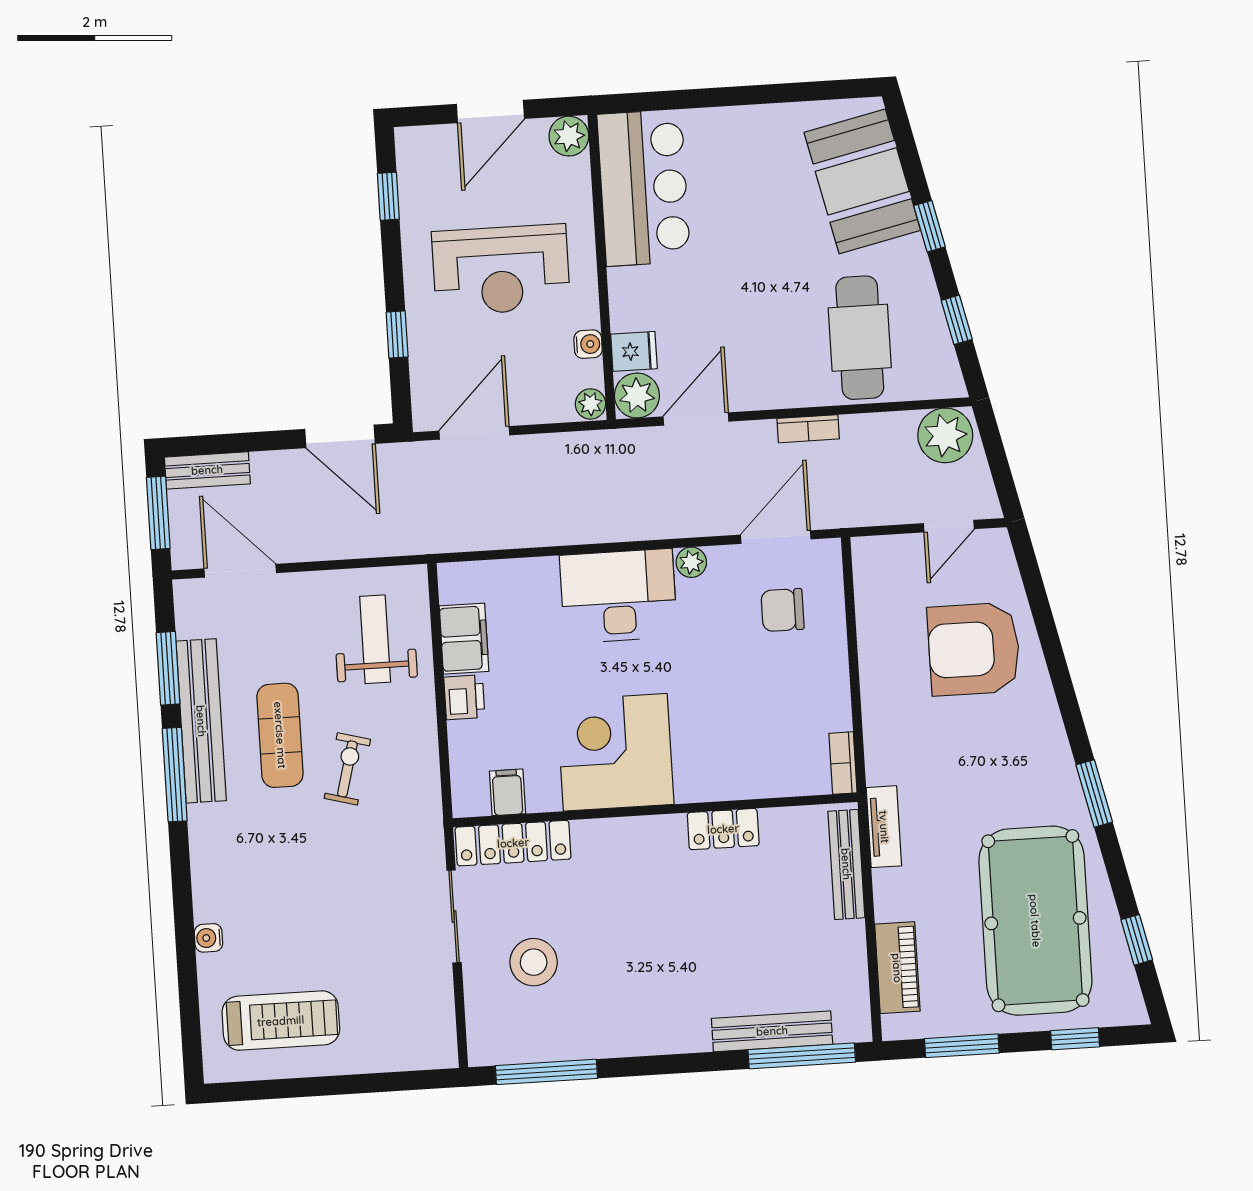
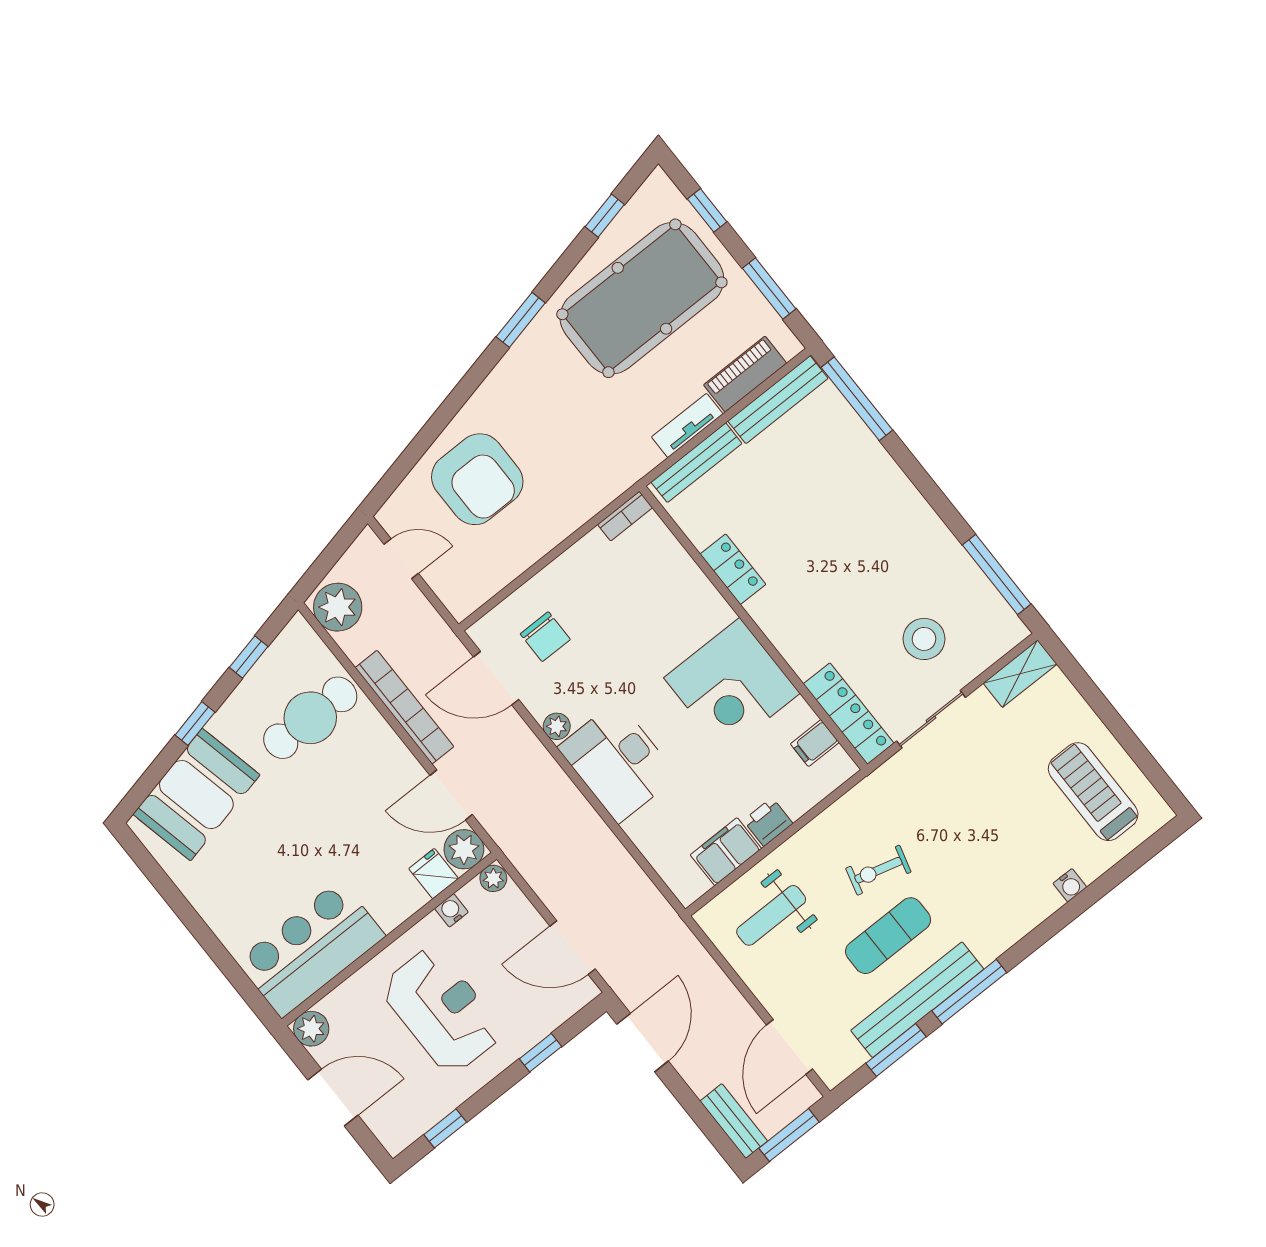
bookcase: (808, 429) -> (404, 707), width x2.31, depth x1.31
tv unit: (884, 827) -> (687, 425), moved
shelving: (439, 1029) -> (1020, 674), added
bench: (772, 1031) -> (778, 400), moved, turned 90

